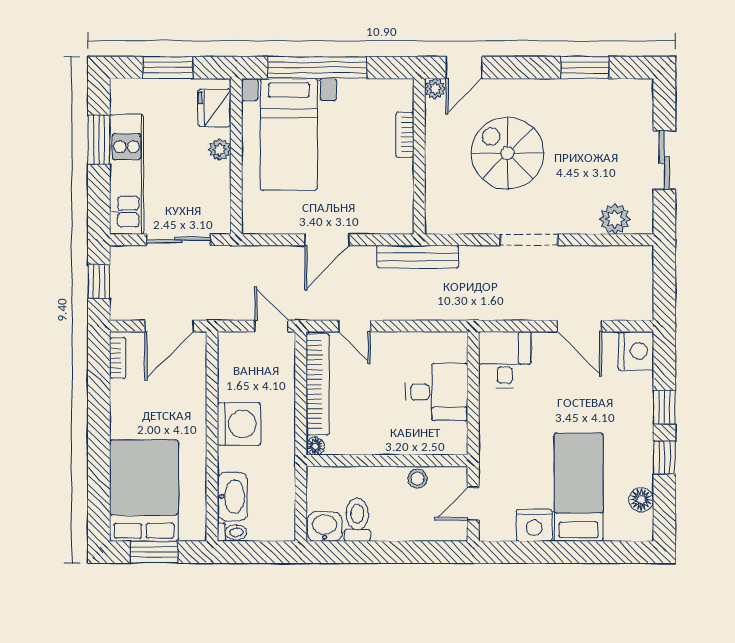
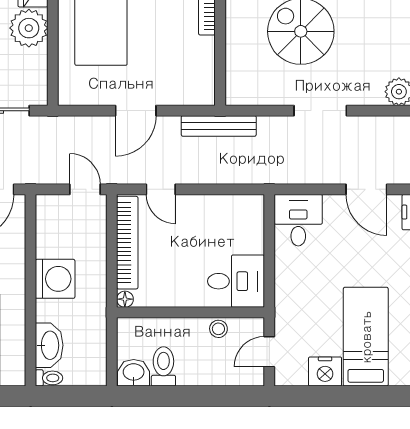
plant: (220, 150) -> (29, 28), width x1.88, depth x1.88
desk: (437, 392) -> (236, 281), moved

